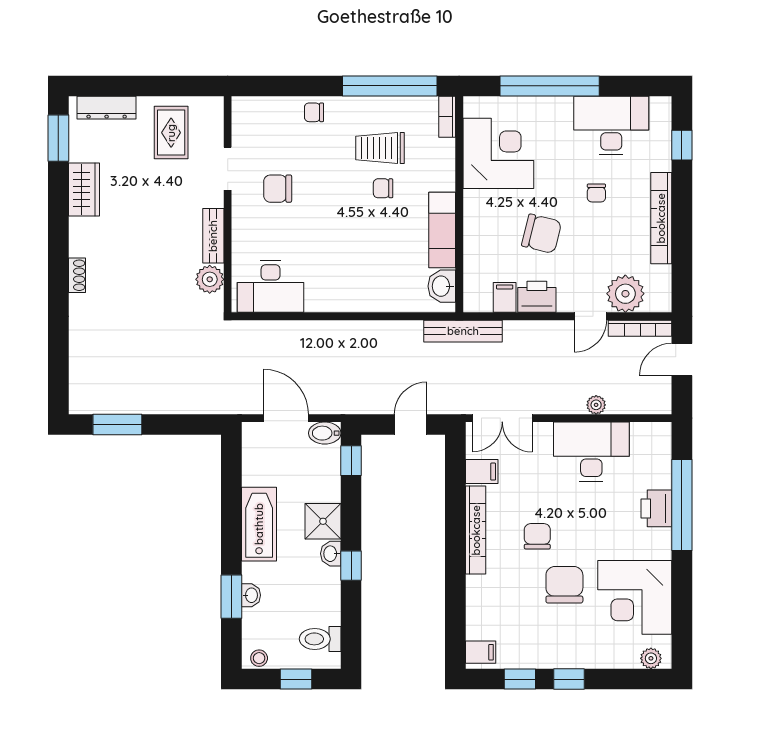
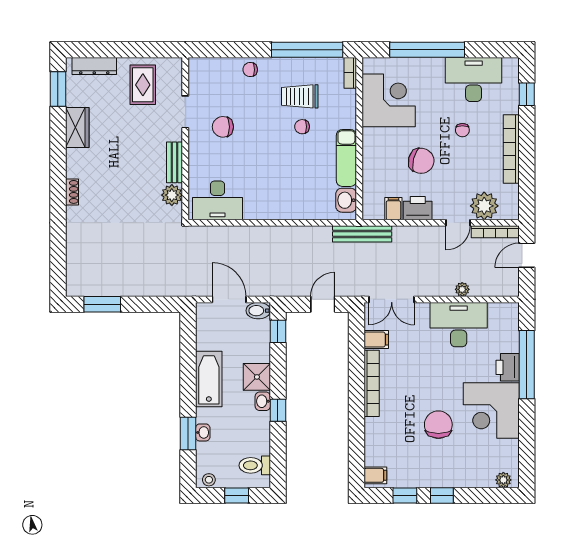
chair: (537, 536) -> (418, 388), removed
corner desk: (635, 597) -> (491, 411), moved

